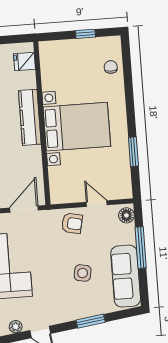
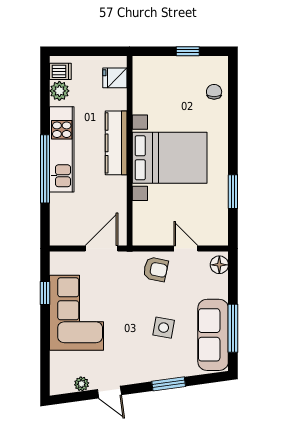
window: (141, 248) -> (233, 328), moved

